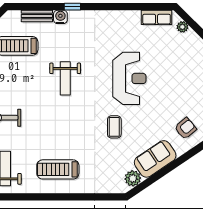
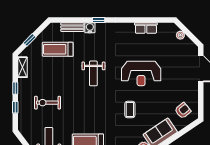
row of seats: (157, 17) -> (146, 28), moved
reception desk: (129, 78) -> (141, 73), turned 90

